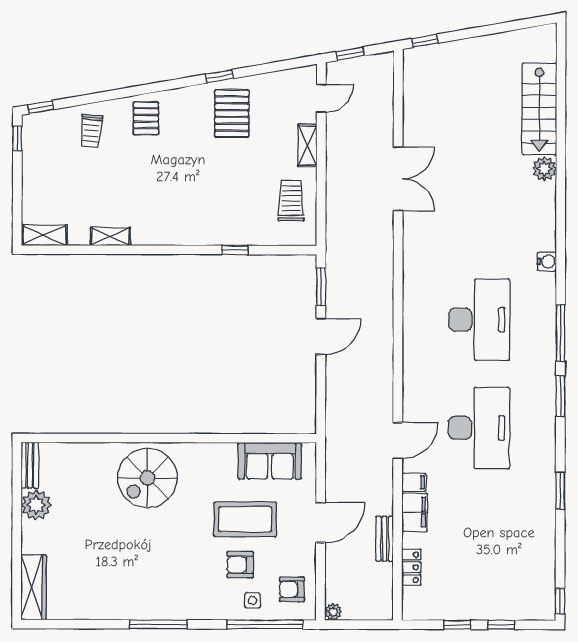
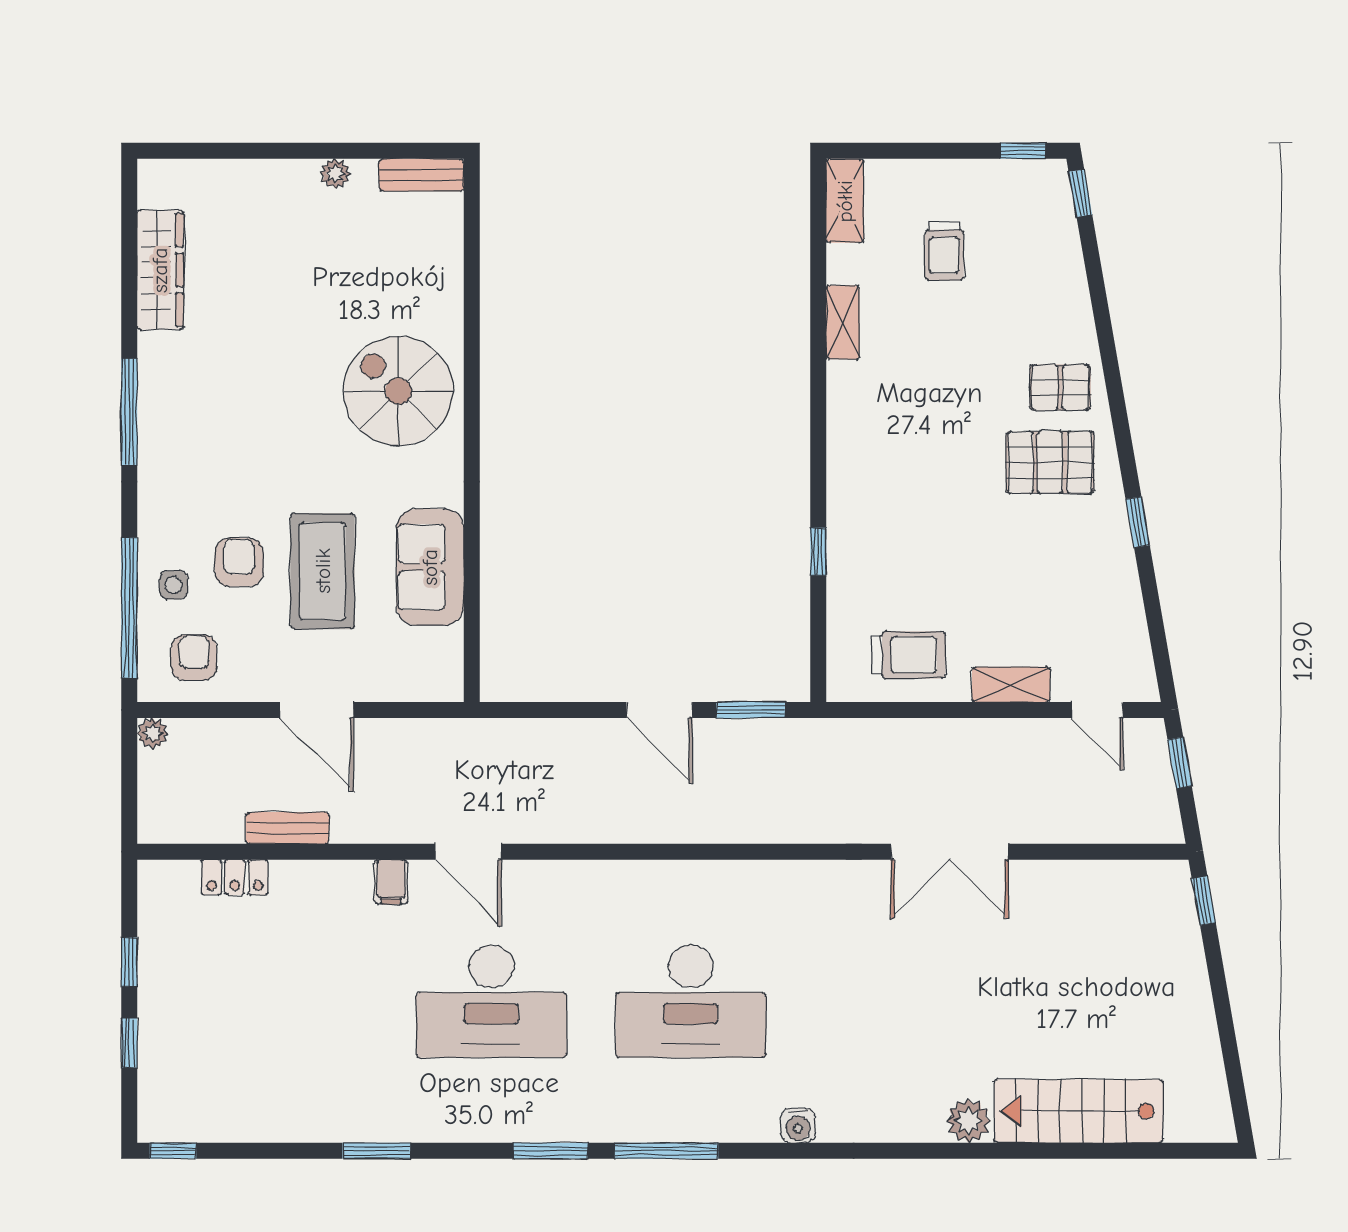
pallet: (232, 114) -> (1050, 462), moved
trolley: (91, 131) -> (944, 251), moved, turned -95
sofa: (270, 461) -> (430, 567), moved
plant: (36, 505) -> (335, 174), width x0.53, depth x0.53
filing cabinet: (415, 512) -> (336, 883), removed
wardrobe: (33, 587) -> (160, 270), moved, turned -90

